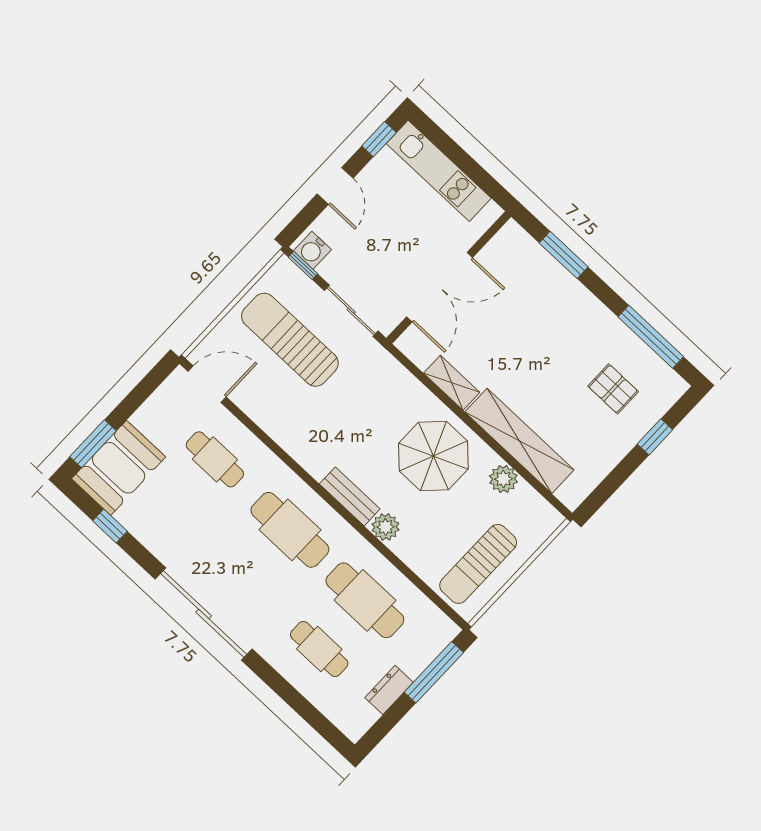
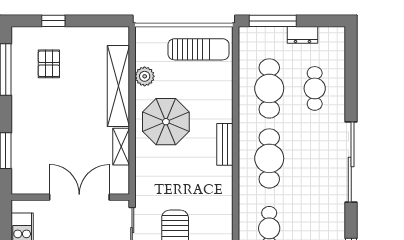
plant: (385, 527) -> (223, 112), removed

